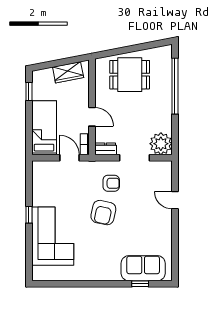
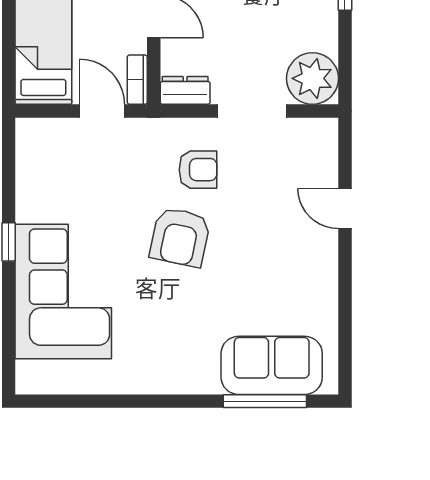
window: (140, 284) -> (265, 401), width x2.17

